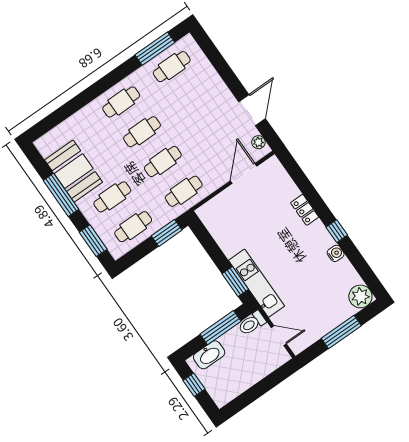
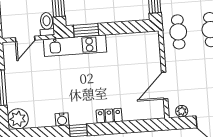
door: (244, 173) -> (165, 86), swing flipped

